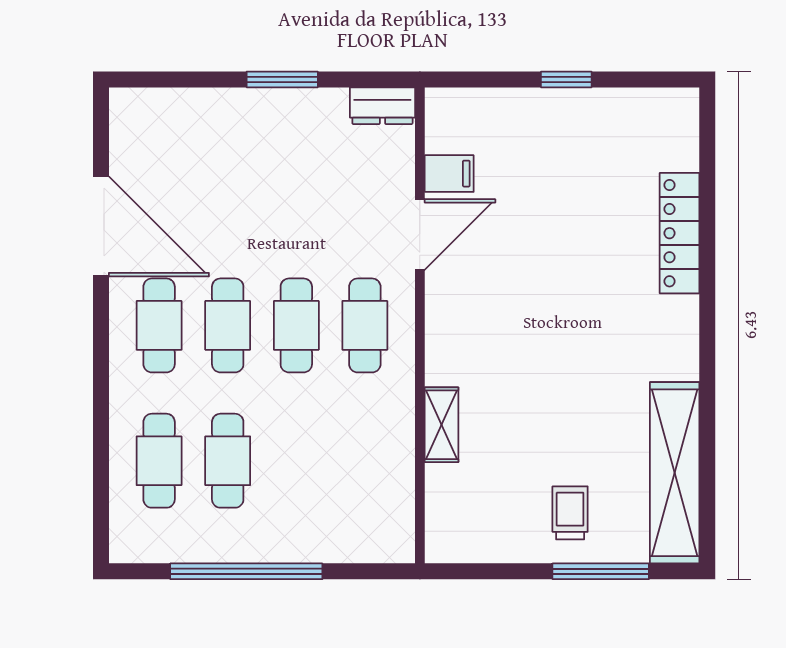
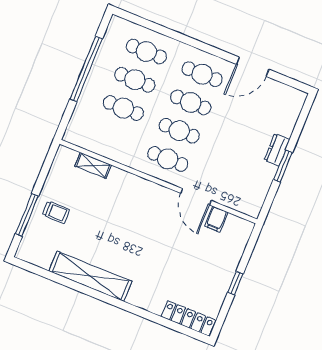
dresser: (382, 106) -> (277, 150), moved
door: (101, 226) -> (253, 67), width x0.73
locker: (679, 233) -> (188, 318), moved
shelving: (441, 425) -> (93, 165), moved
cafe table: (296, 461) -> (123, 108), added
shelving: (675, 473) -> (90, 276), moved

